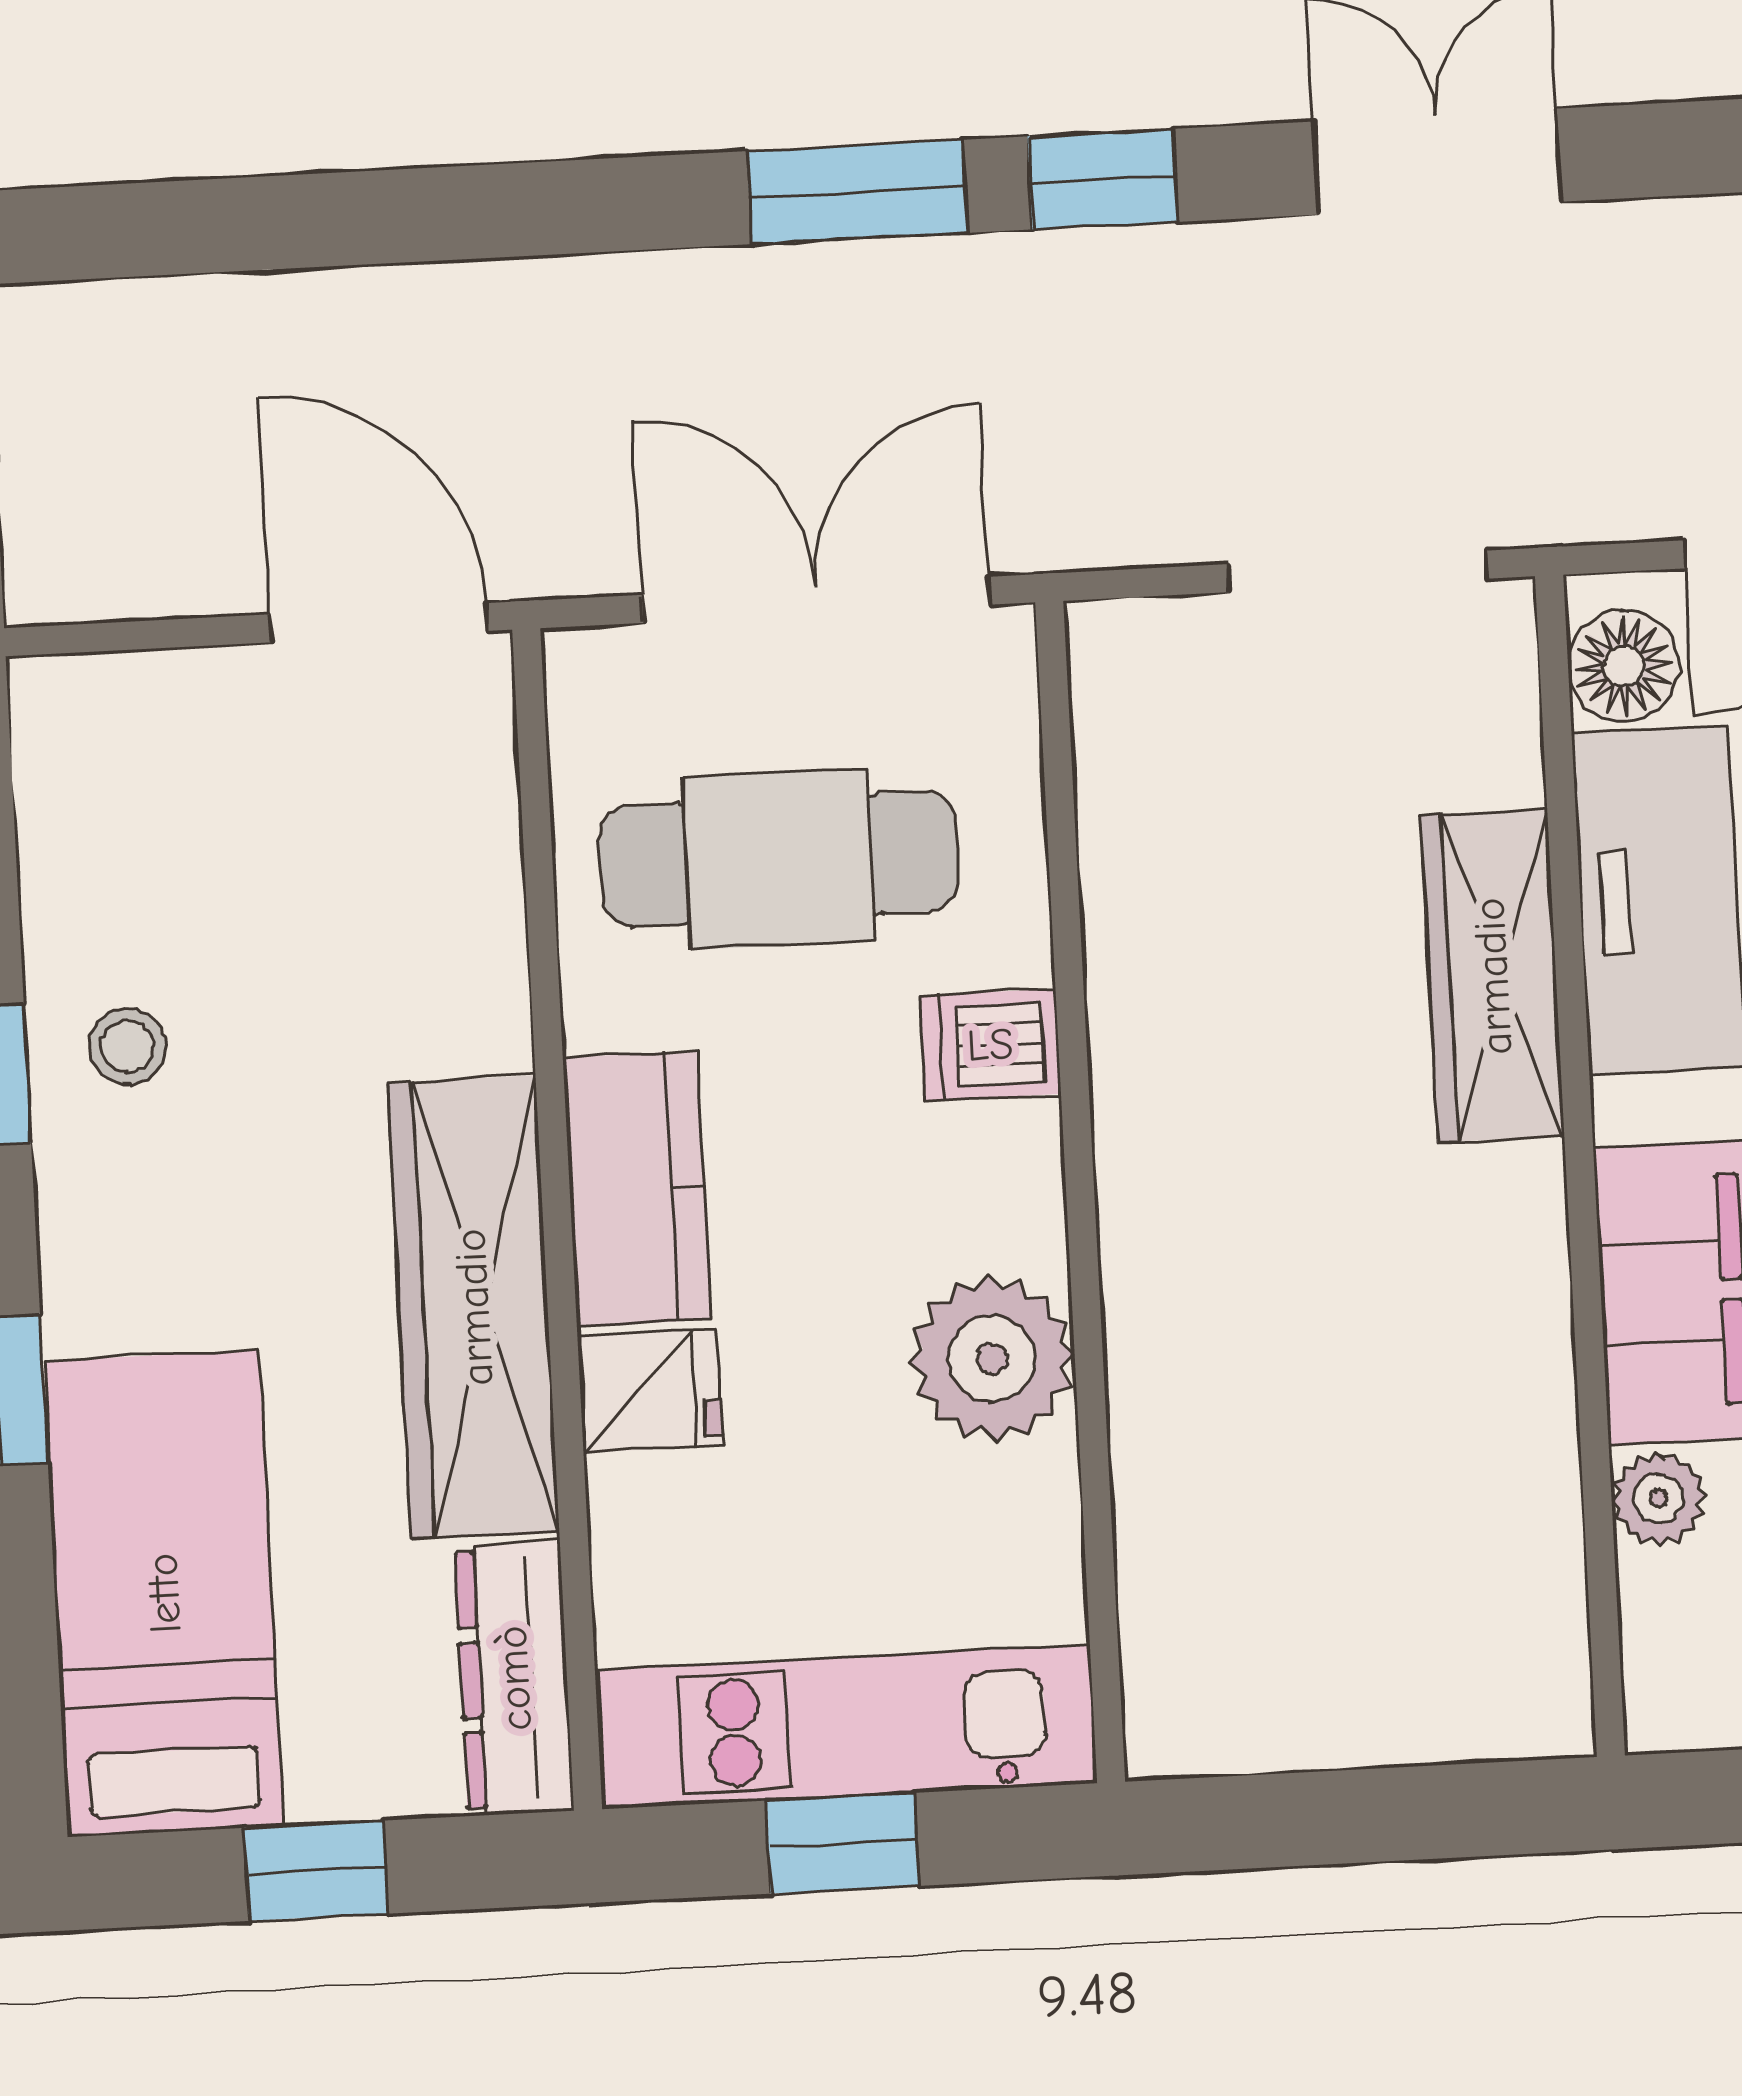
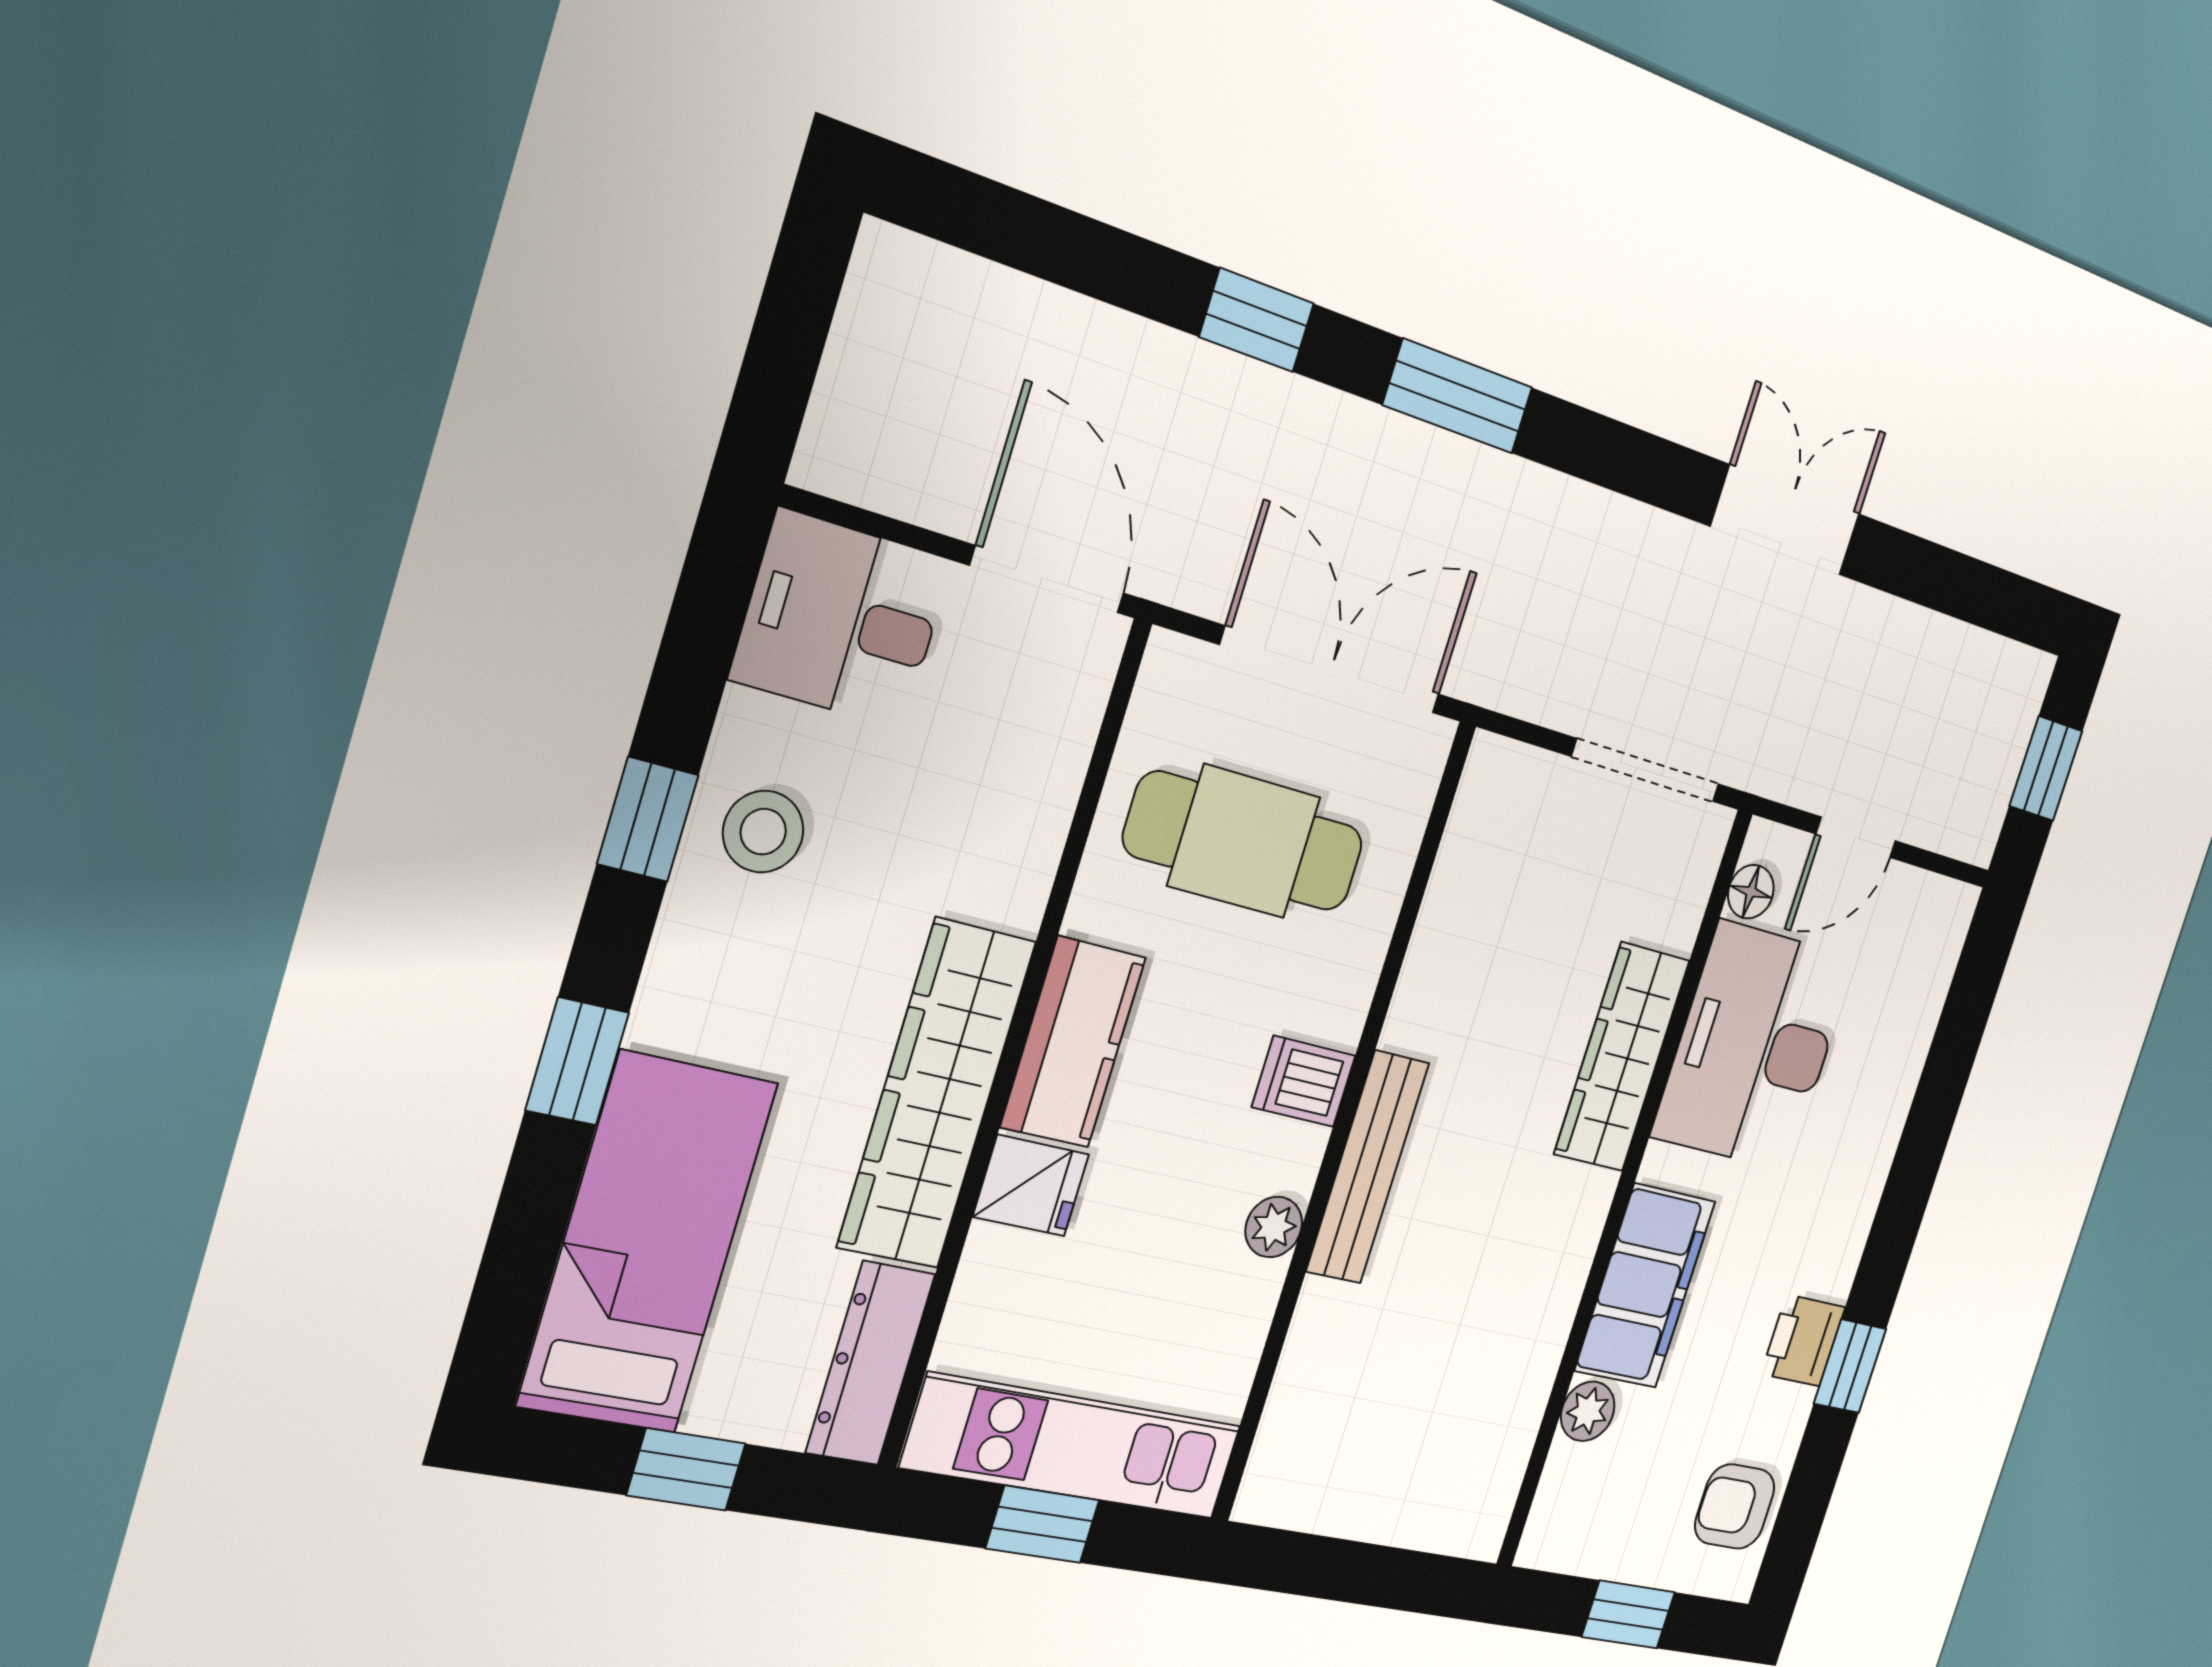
window: (1103, 179) -> (1257, 320), moved
floor lamp: (1624, 666) -> (1751, 892), width x0.73, depth x0.73
desk: (132, 762) -> (841, 620), added
dishwasher: (990, 1045) -> (1304, 1081), moved
stool: (127, 1046) -> (763, 832), width x1.37, depth x1.37
bench: (1143, 1238) -> (1368, 1167), added
plant: (992, 1359) -> (1274, 1227), width x0.53, depth x0.53

